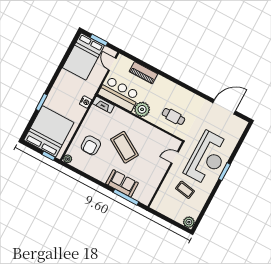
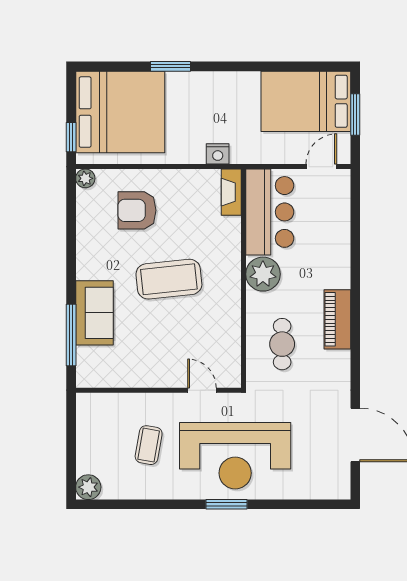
piano: (143, 73) -> (337, 319), moved
coffee table: (124, 147) -> (169, 279), turned 53

